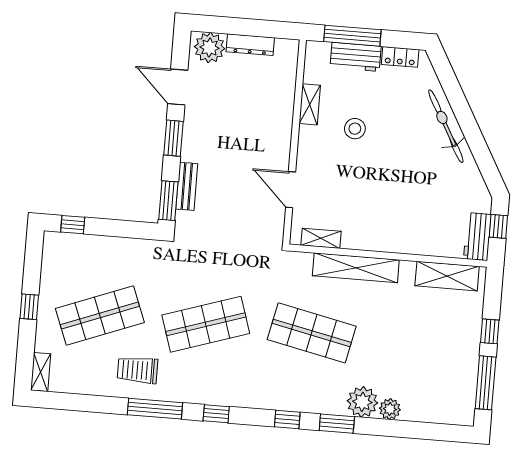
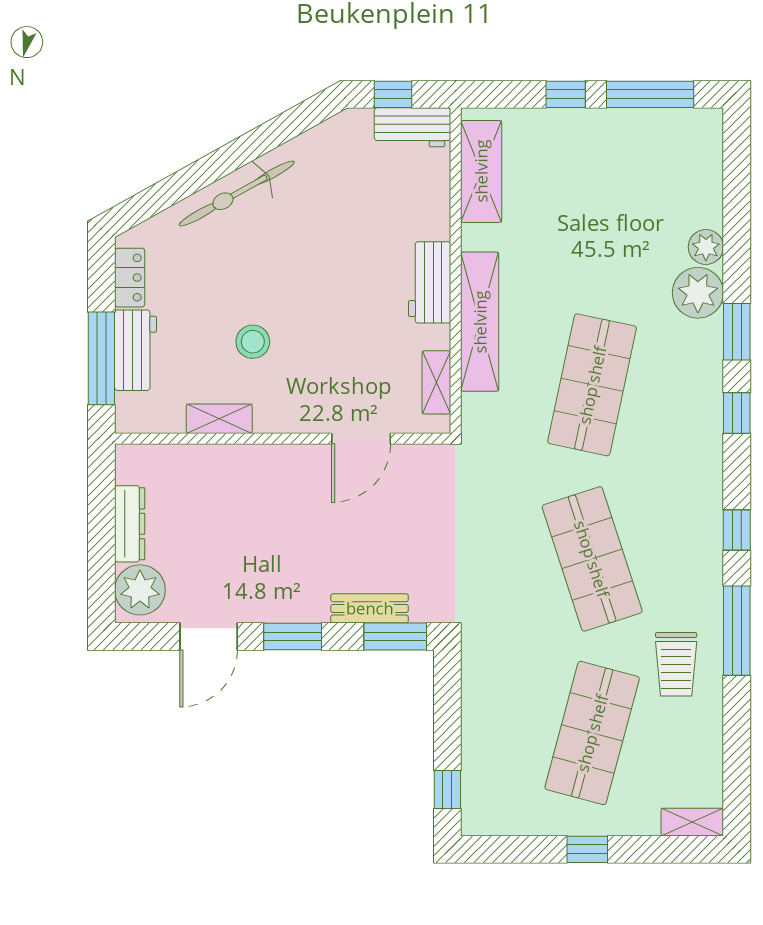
workbench: (382, 239) -> (430, 282), added
shop shelf: (100, 315) -> (592, 733), turned 36

